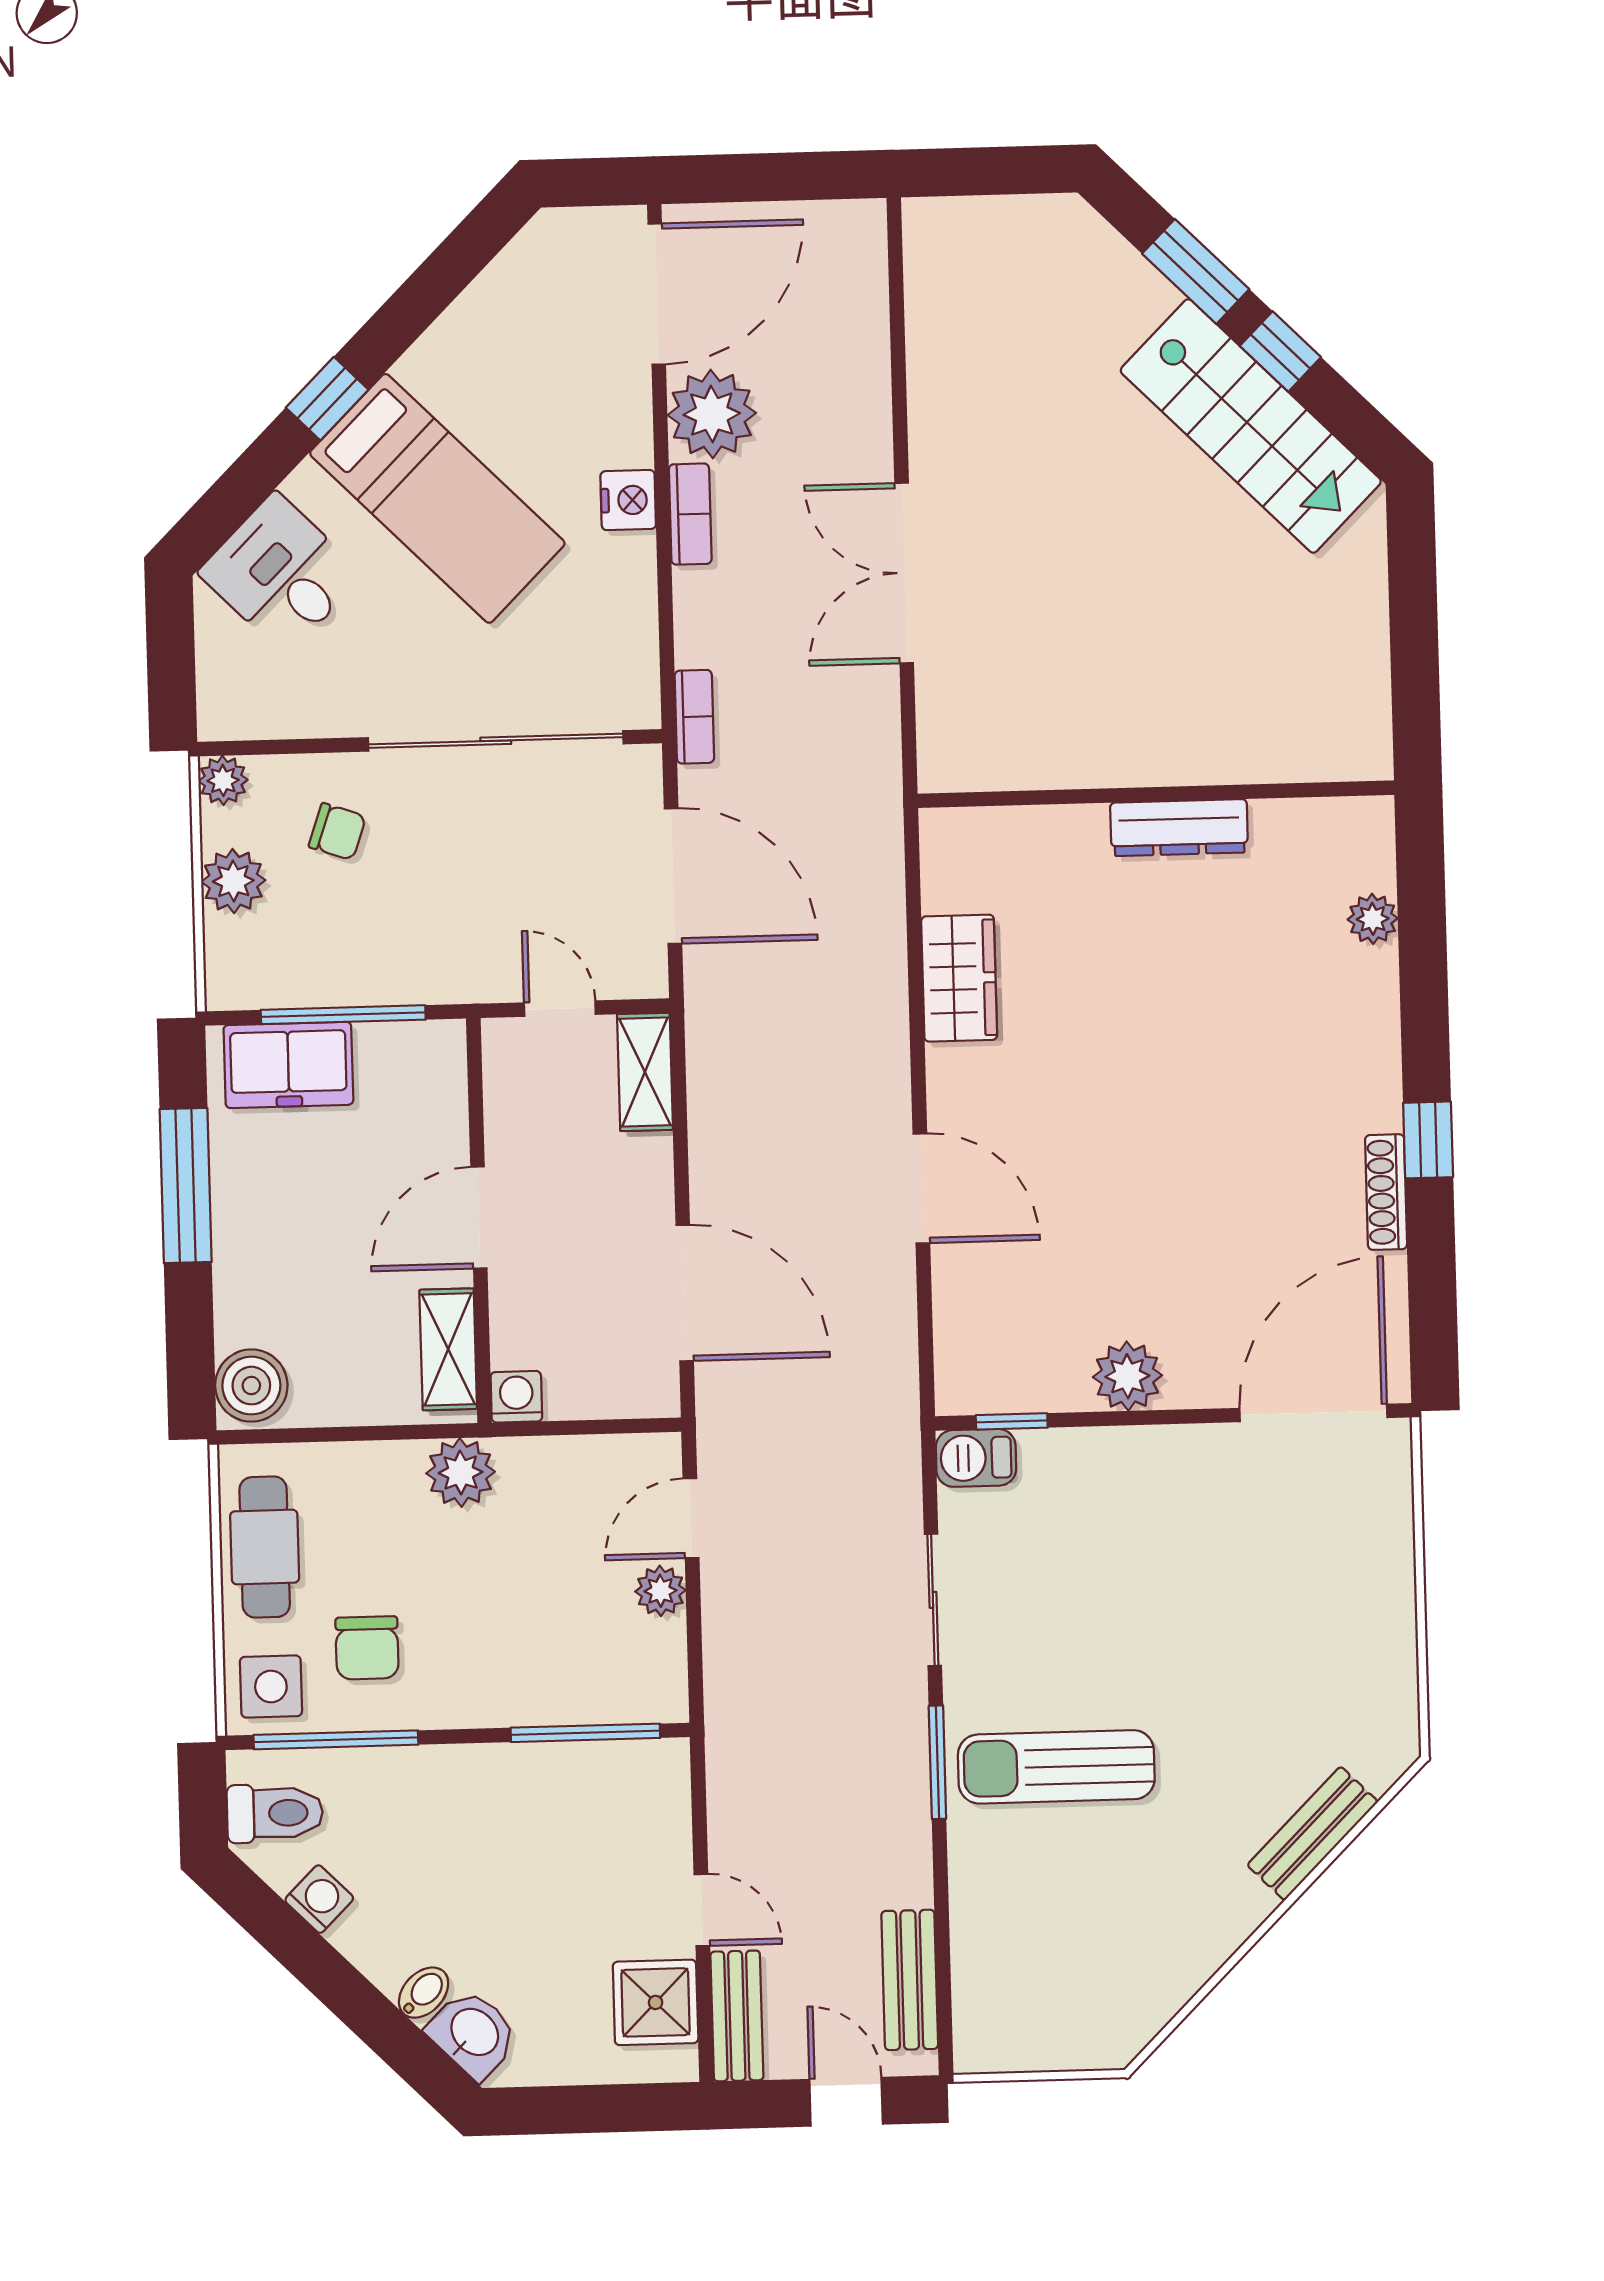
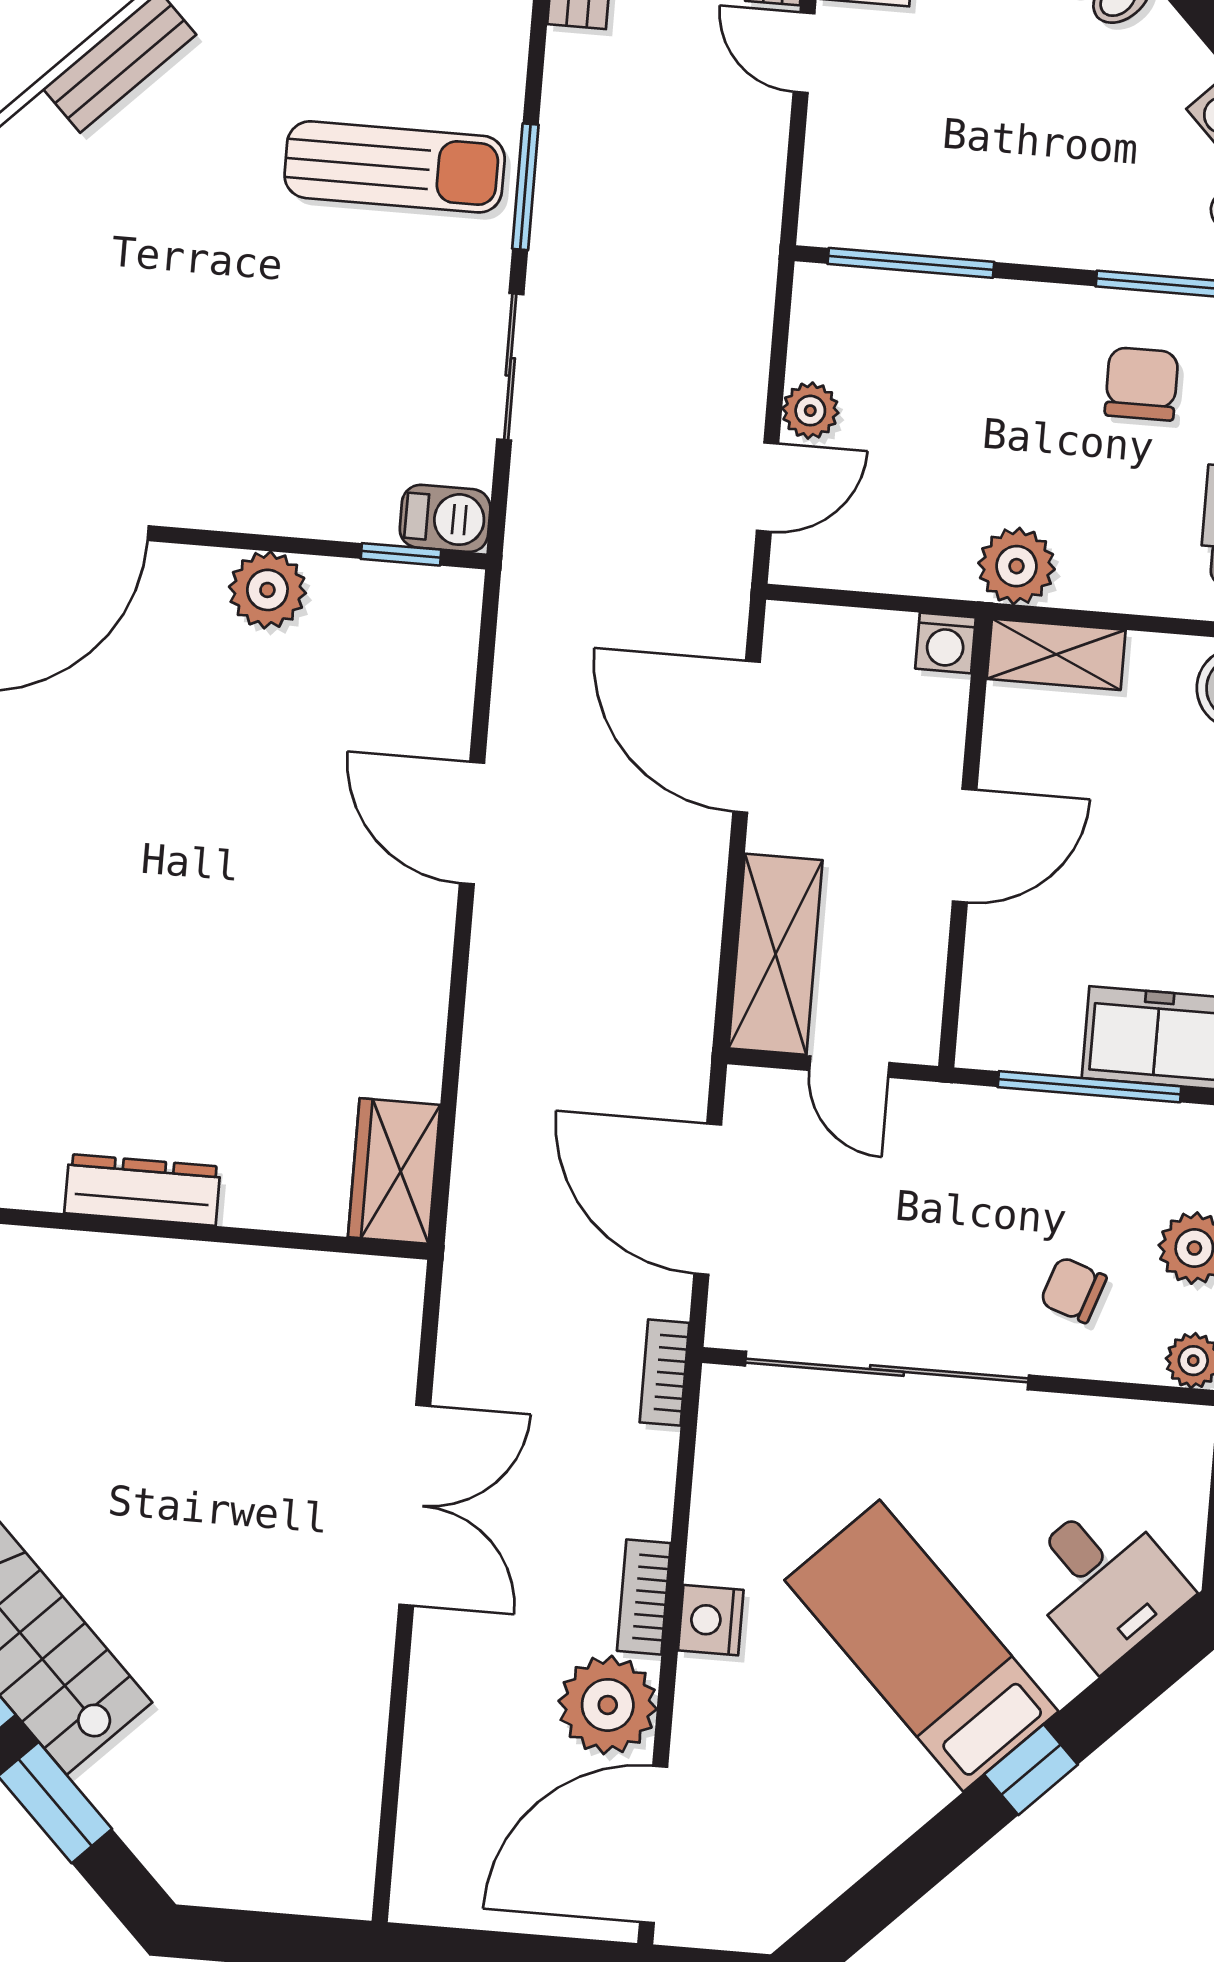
wardrobe: (959, 978) -> (394, 1171), moved
shelving: (645, 1072) -> (776, 954), width x1.50, depth x1.33
shelving: (448, 1349) -> (1056, 654), moved, turned 90

